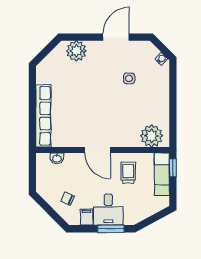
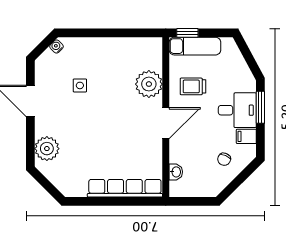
plant: (152, 136) -> (149, 84), moved

